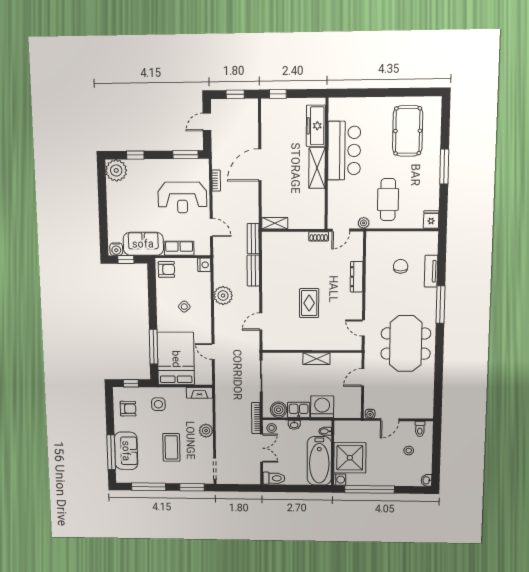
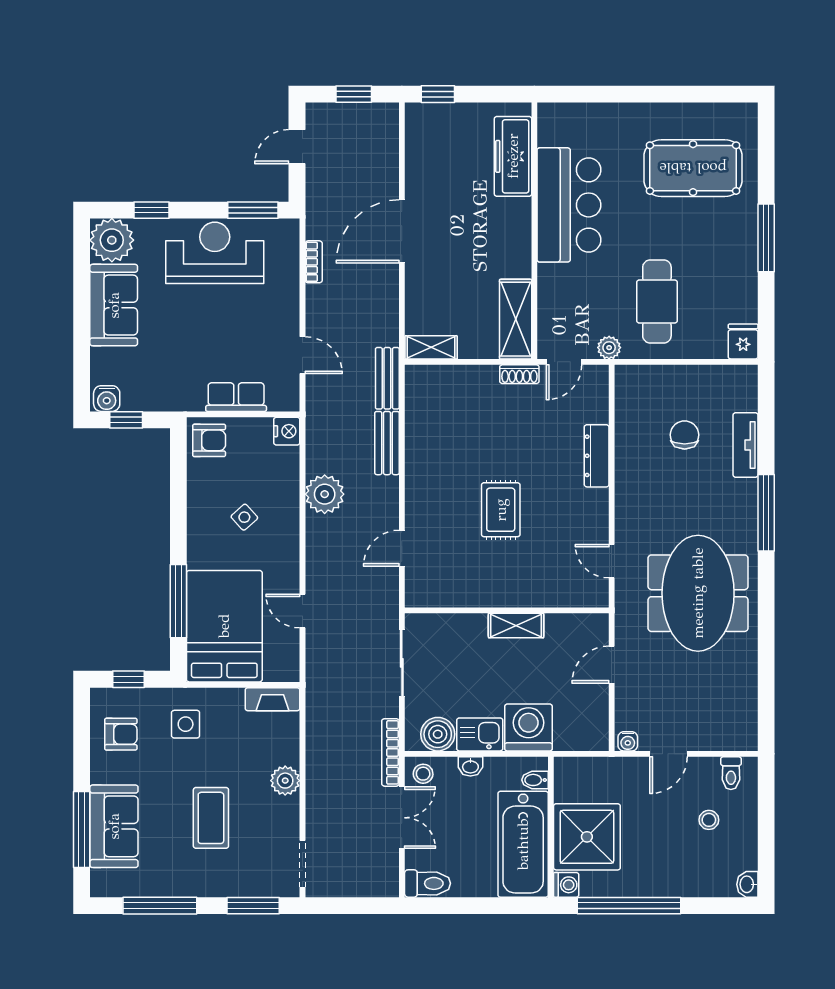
pool table: (408, 131) -> (693, 168), turned 90
shelving: (317, 168) -> (516, 319), moved
reception desk: (182, 198) -> (215, 253), moved, turned 180
sofa: (143, 244) -> (114, 305), moved, turned 90

